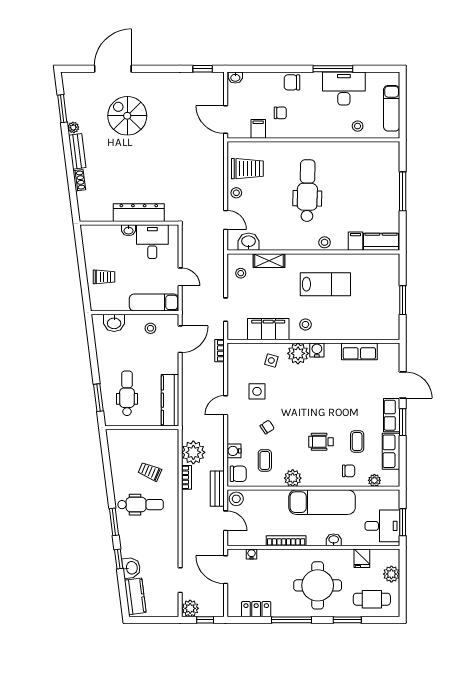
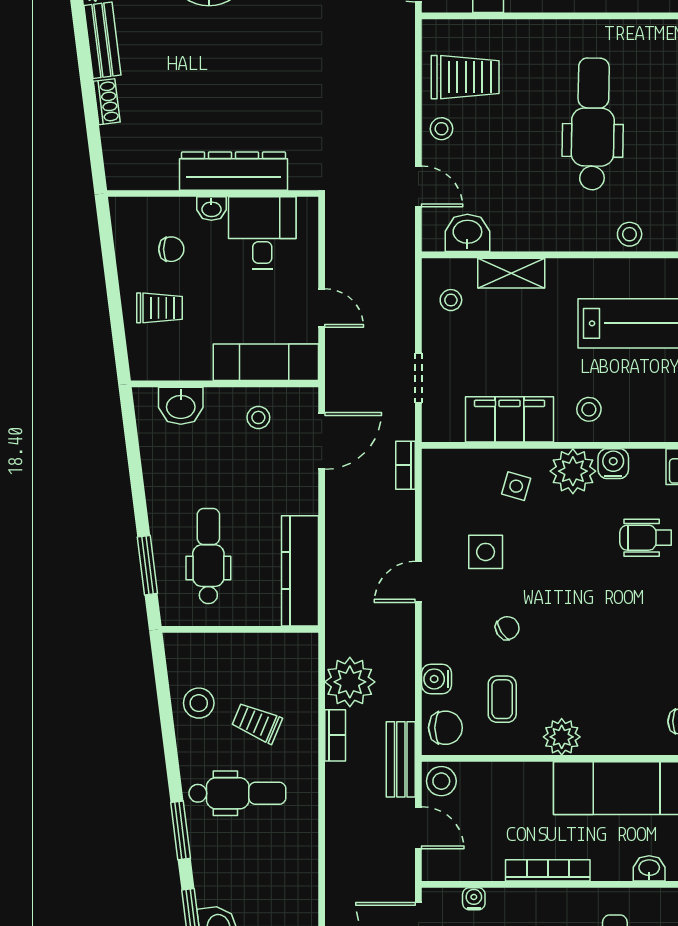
chair: (110, 249) -> (171, 249), added
wheelchair: (321, 442) -> (646, 538), moved
stool: (122, 462) -> (199, 703), added

